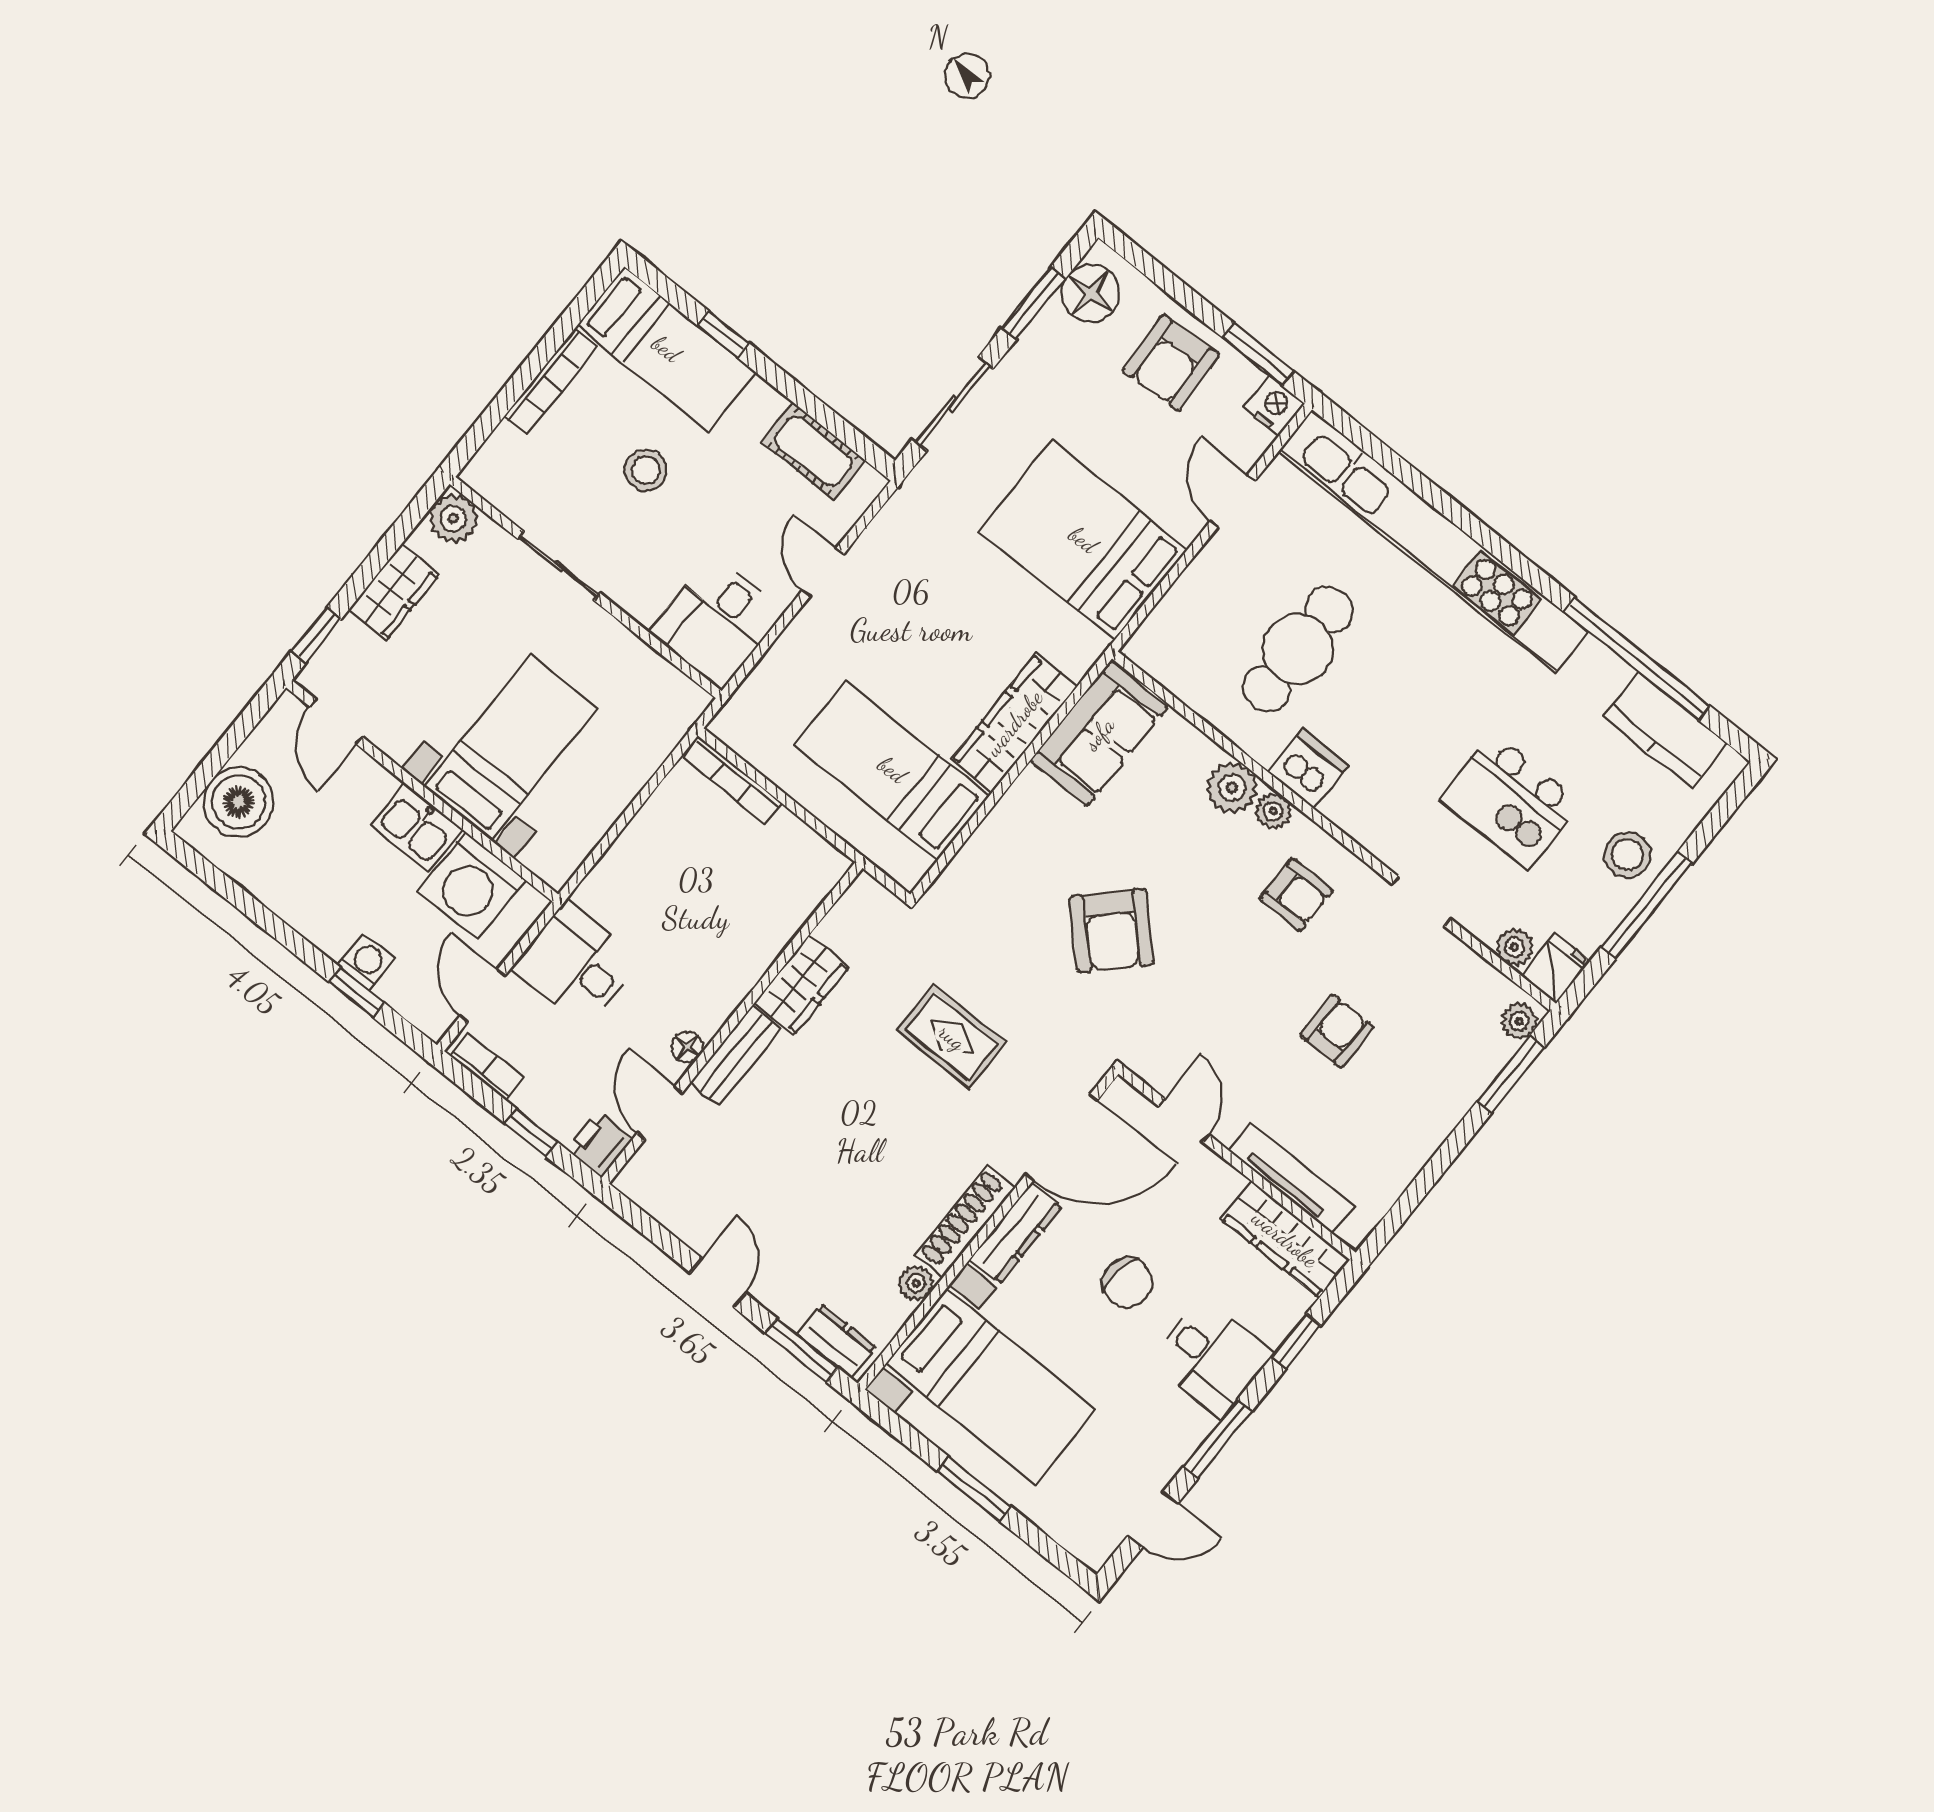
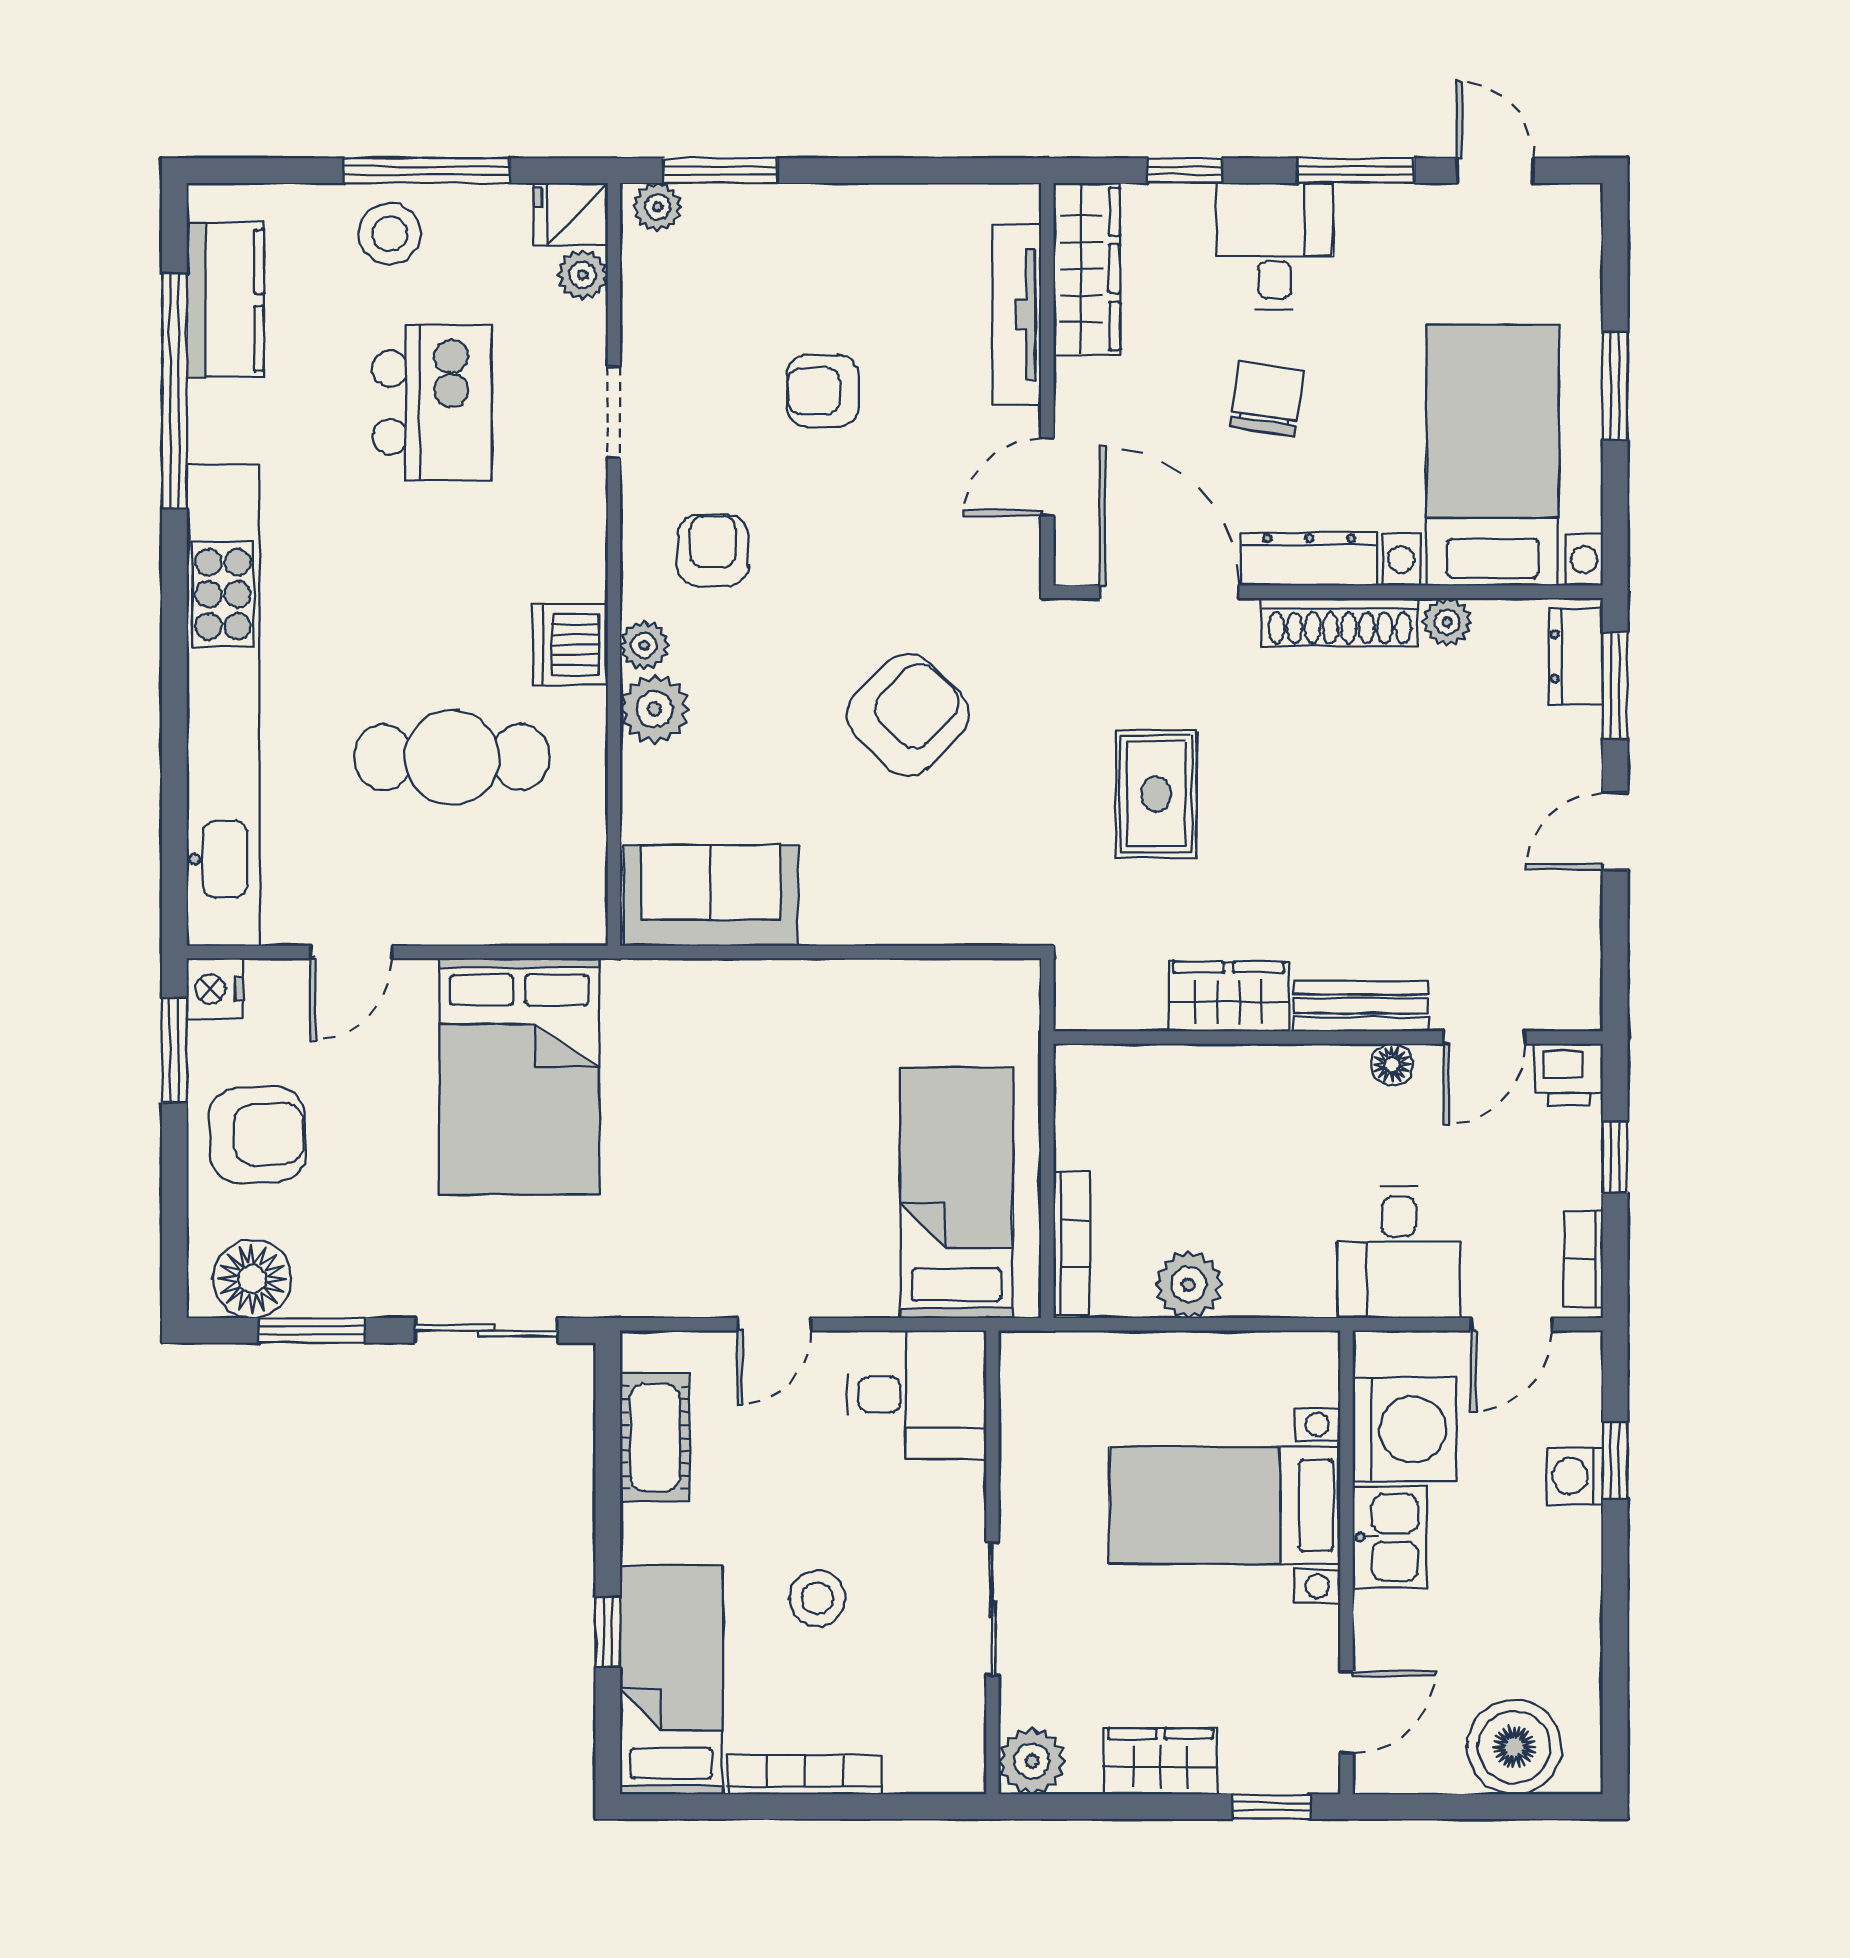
wardrobe: (1014, 723) -> (771, 994), removed
bed: (892, 770) -> (956, 1193), moved, turned 180
plant: (655, 829) -> (1189, 1285), added

